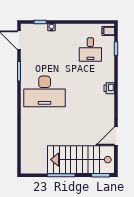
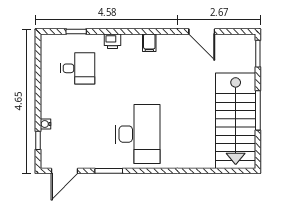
filing cabinet: (108, 31) -> (149, 43), moved
printer: (109, 88) -> (112, 41), moved
stairs: (81, 160) -> (236, 121), moved

